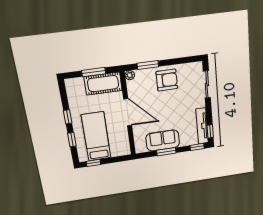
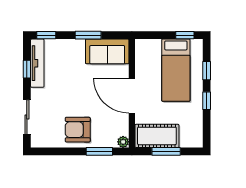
window: (210, 131) -> (27, 69), moved
sofa: (163, 140) -> (107, 51), moved

